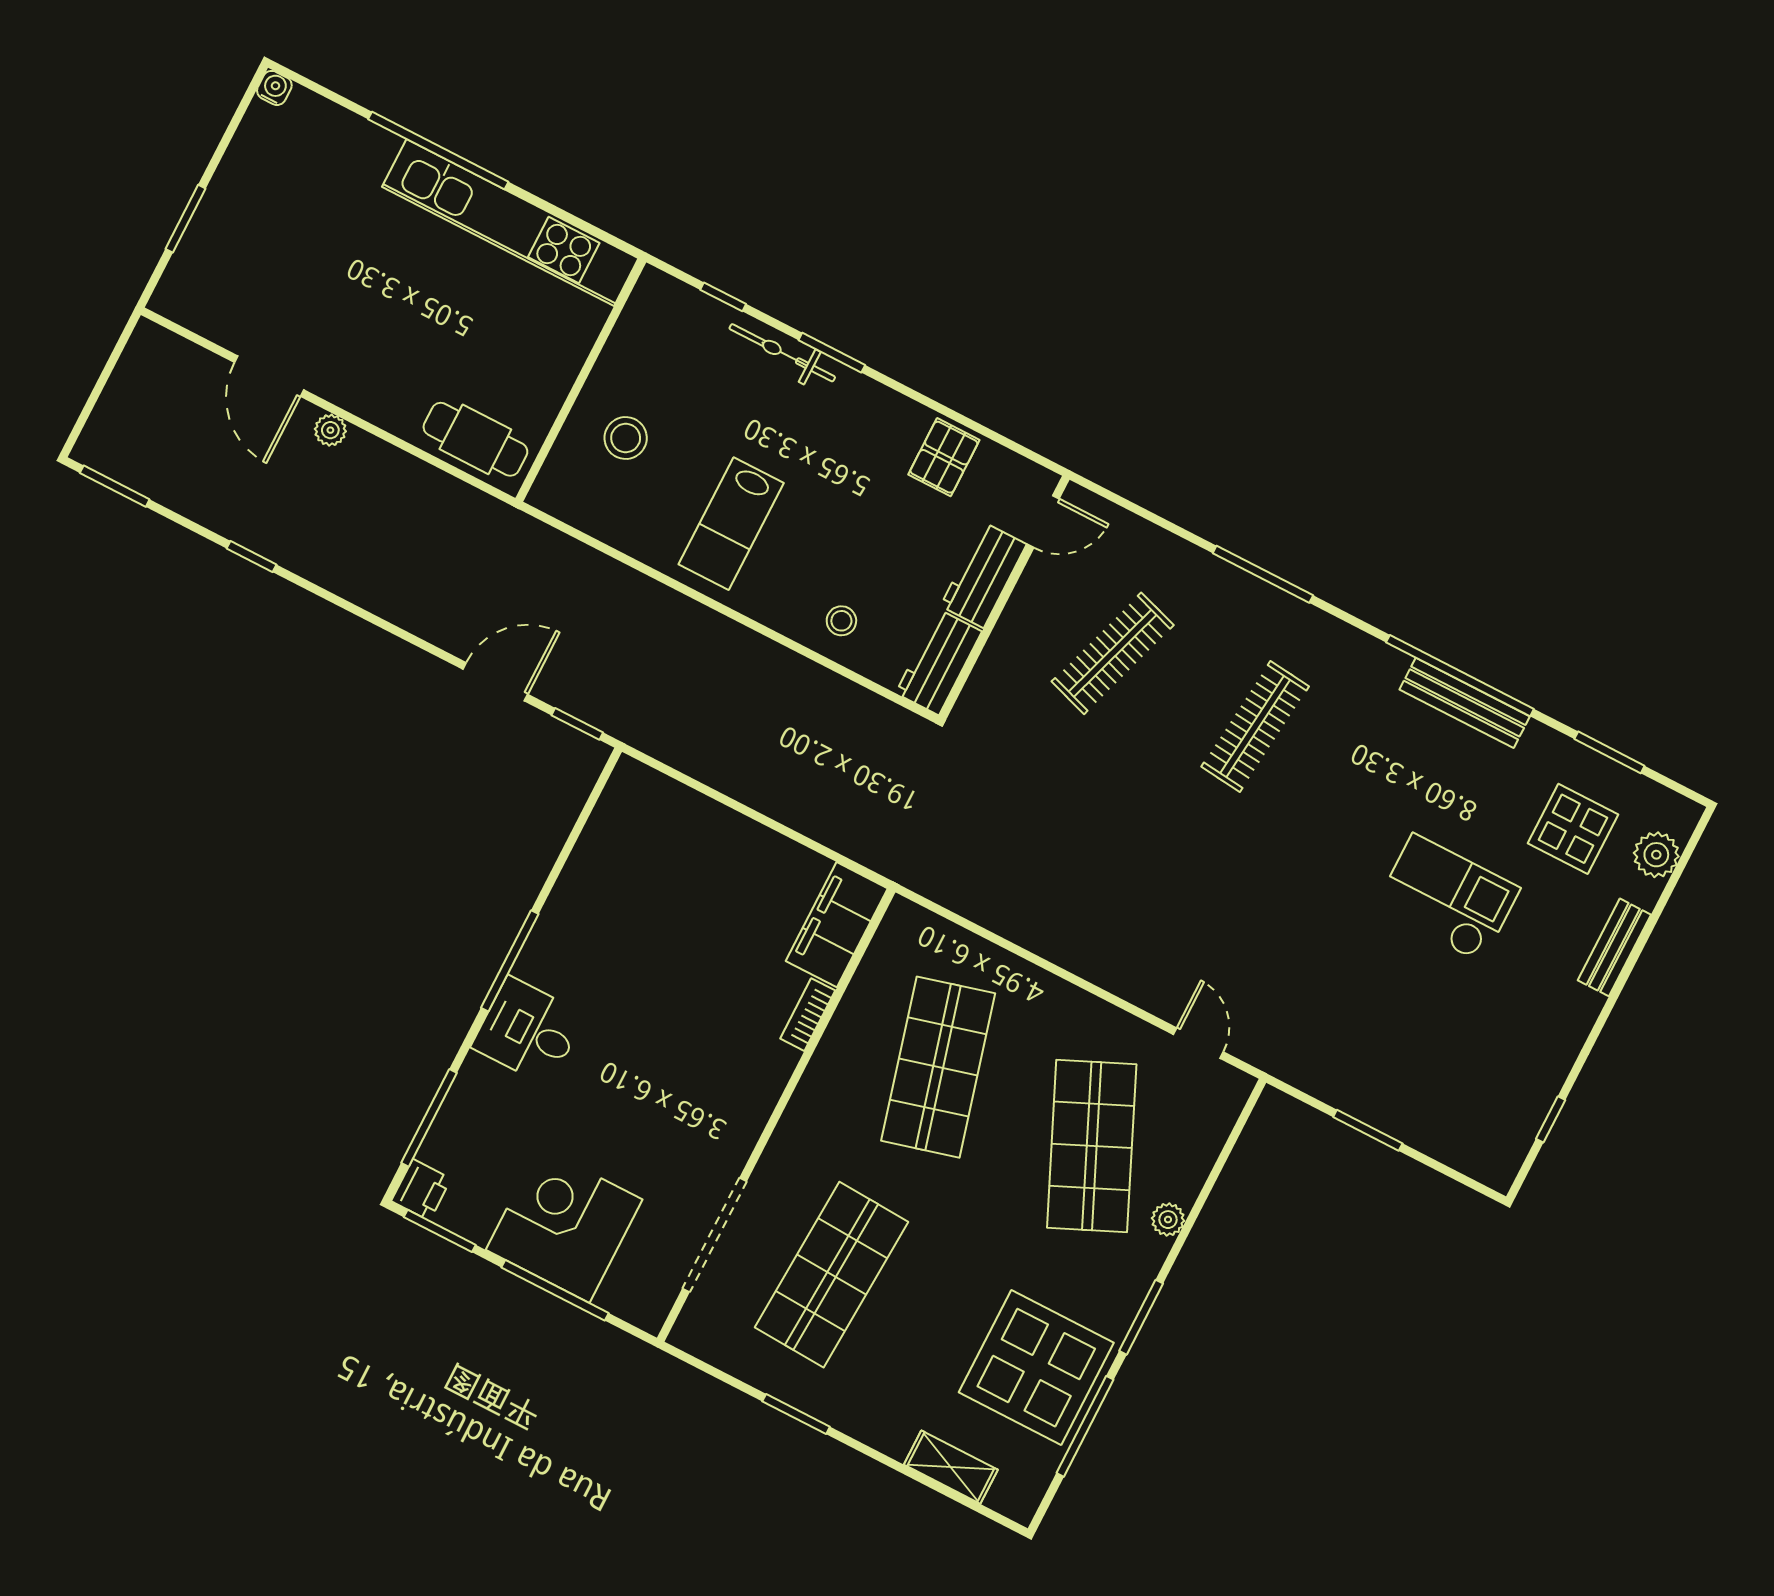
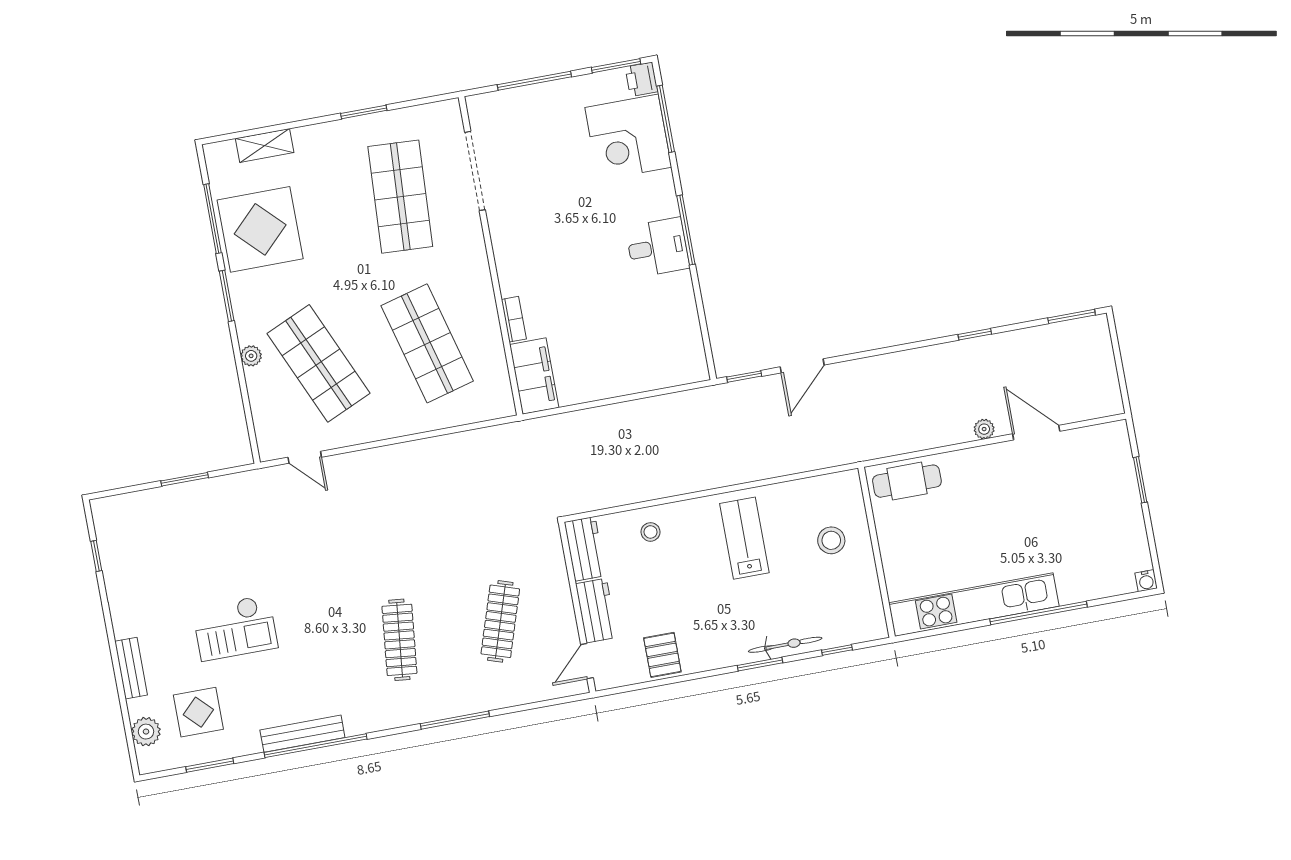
desk: (528, 1031) -> (657, 247), moved
corner desk: (564, 1225) -> (628, 137), moved, turned 90

